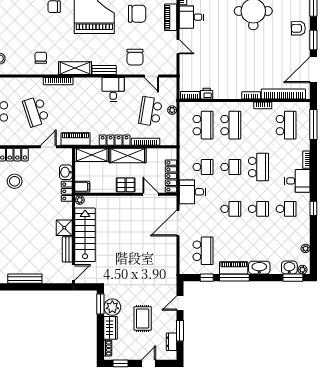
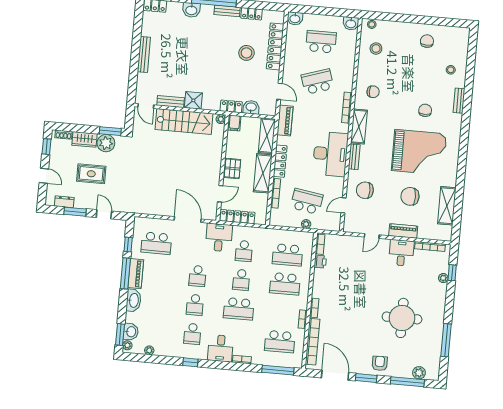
chair: (137, 14) -> (410, 196), turned 90
desk: (113, 89) -> (330, 154), width x1.87, depth x1.30

